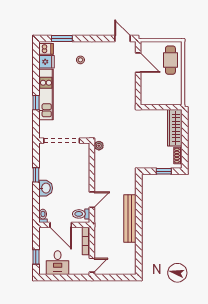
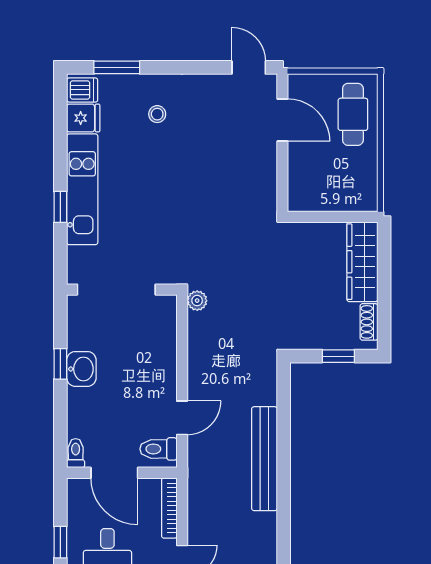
washbasin: (46, 188) -> (81, 369), moved

